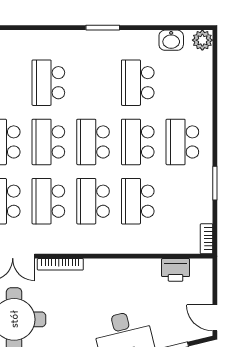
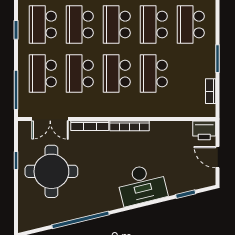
bookcase: (207, 239) -> (211, 91), moved
bookcase: (108, 265) -> (130, 126), added
printer: (176, 270) -> (204, 130), moved
door: (215, 318) -> (218, 157), moved

